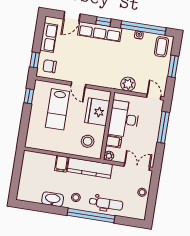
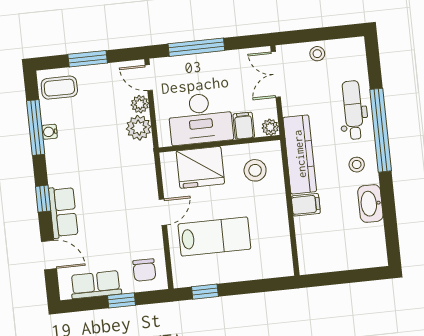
window: (143, 28) -> (36, 128), width x0.68
row of seats: (100, 32) -> (63, 212), width x0.68
window: (35, 60) -> (121, 300), moved
plant: (141, 88) -> (140, 104), added
door: (154, 97) -> (149, 78), hinge flipped

